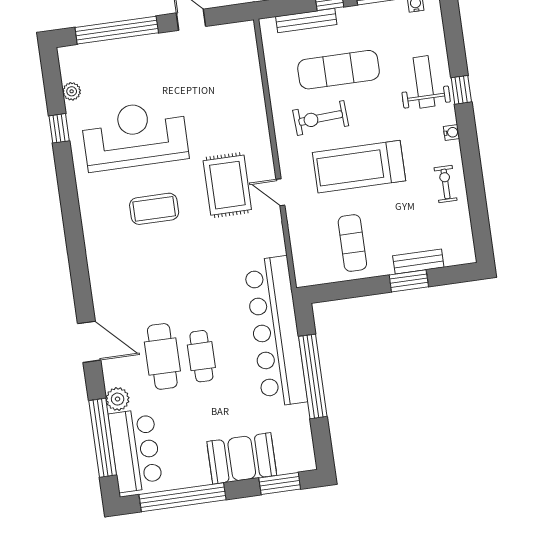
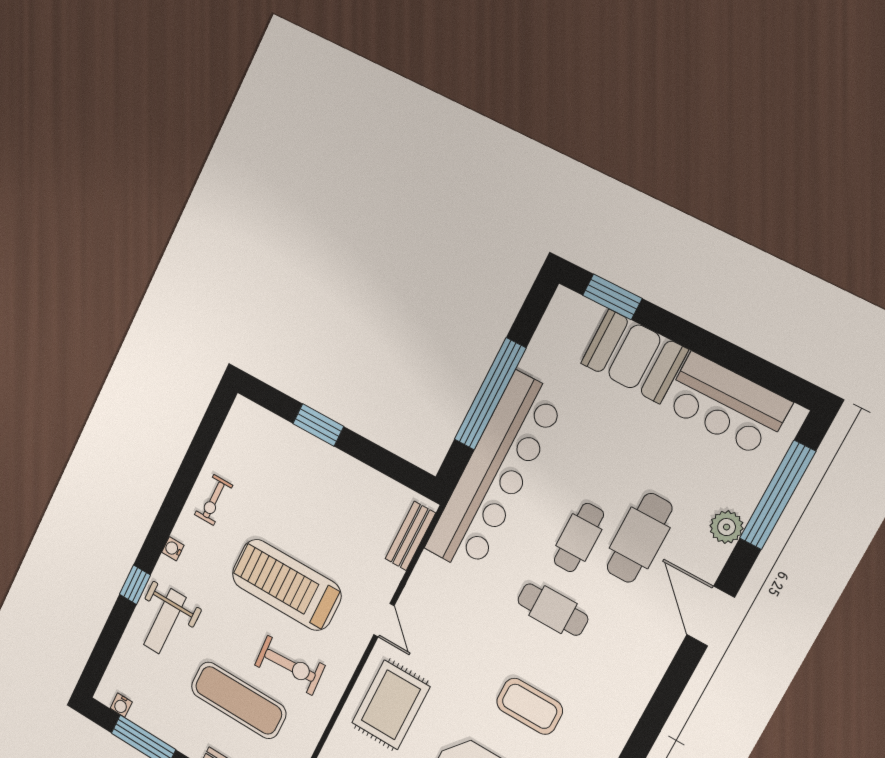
treadmill: (359, 167) -> (286, 585), turned 180
rug: (227, 185) -> (391, 705), moved
exercise mat: (352, 243) -> (348, 509), removed
bench: (418, 261) -> (410, 536), moved, turned 90
cafe table: (182, 277) -> (553, 610), added
cafe table: (201, 356) -> (579, 538), moved
bar counter: (135, 450) -> (727, 405), moved, turned -90
window: (182, 497) -> (735, 359), removed

